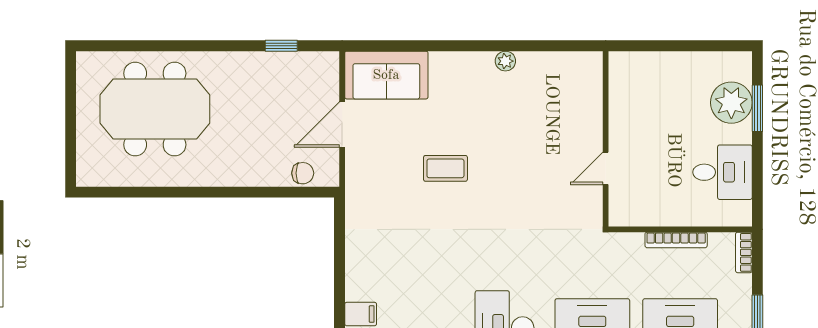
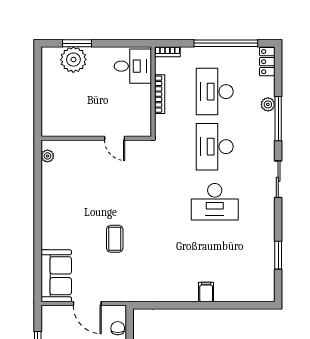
plant: (505, 61) -> (47, 156), moved
desk: (722, 172) -> (133, 66), moved, turned 90

